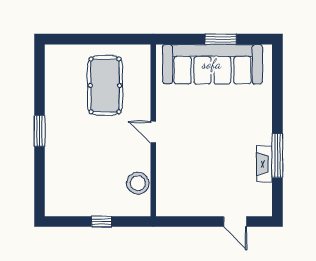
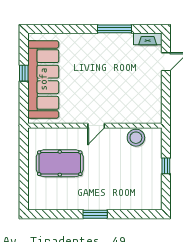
window: (221, 39) -> (24, 73), width x0.67
fireplace: (264, 164) -> (148, 39), moved

